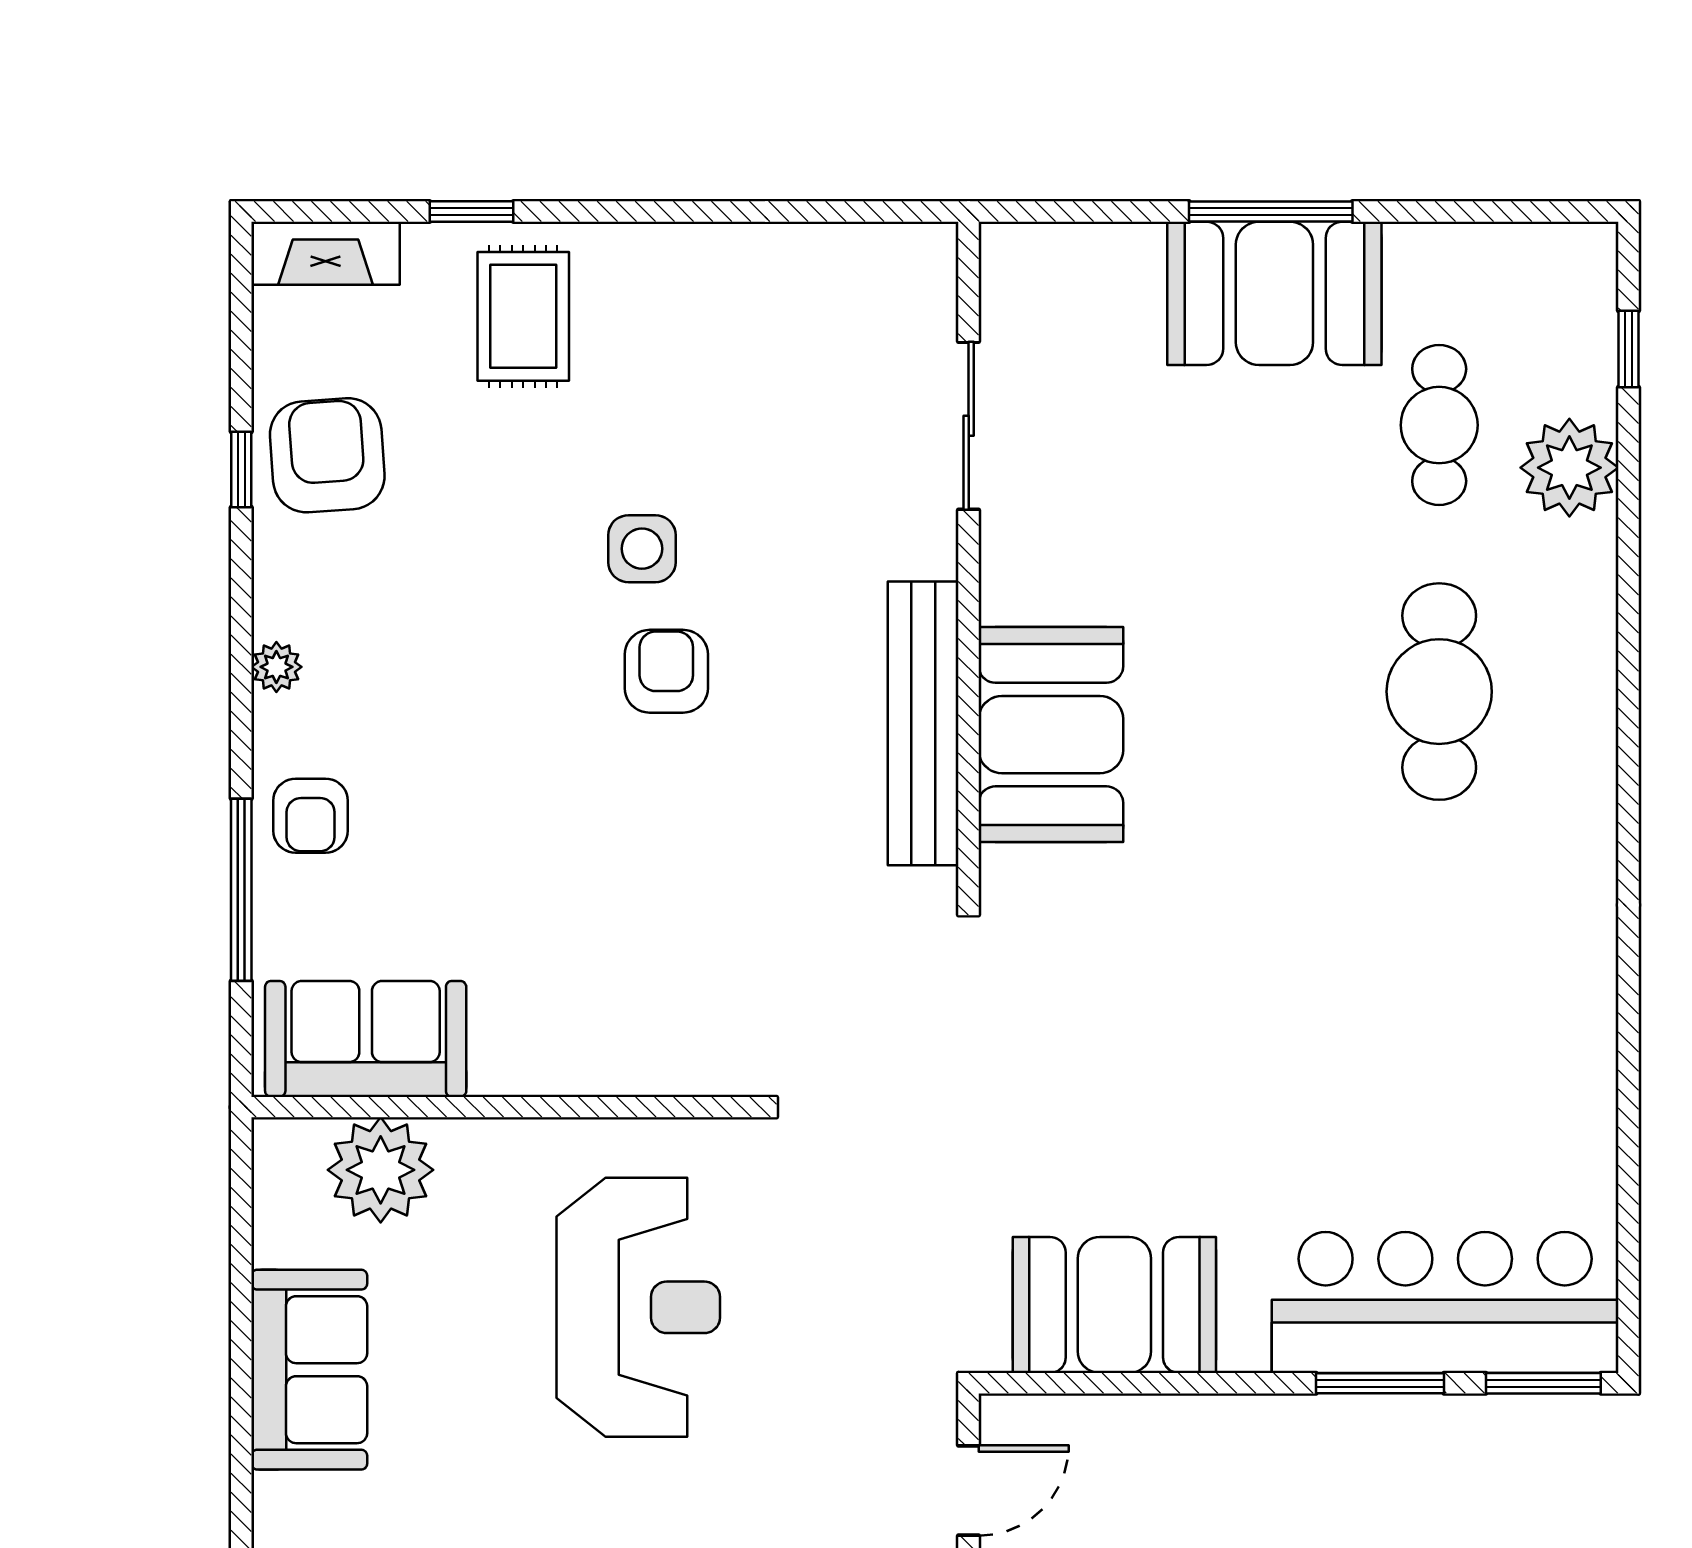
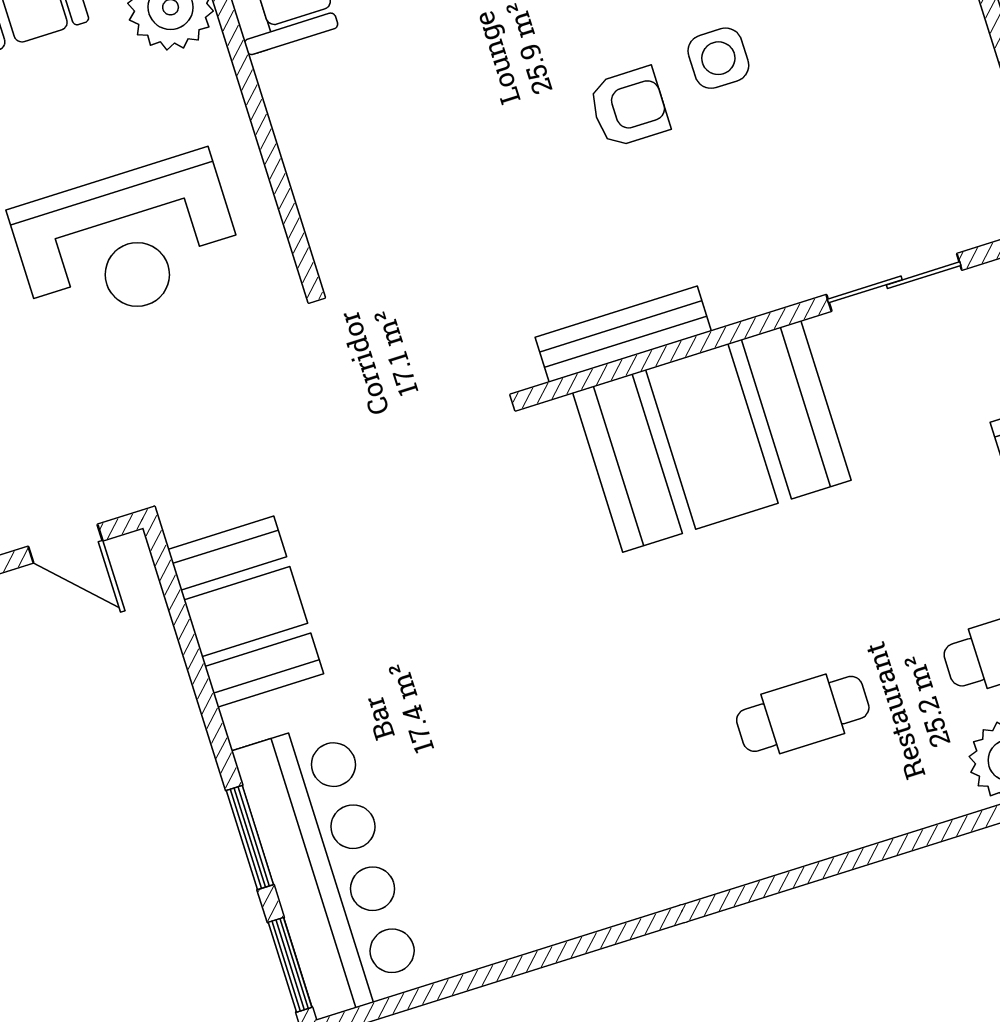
cafe table: (1439, 692) -> (803, 714), width x0.73, depth x0.74
bench: (923, 723) -> (623, 334), width x0.73, depth x0.82
booth: (1051, 735) -> (712, 436), width x1.36, depth x1.42

